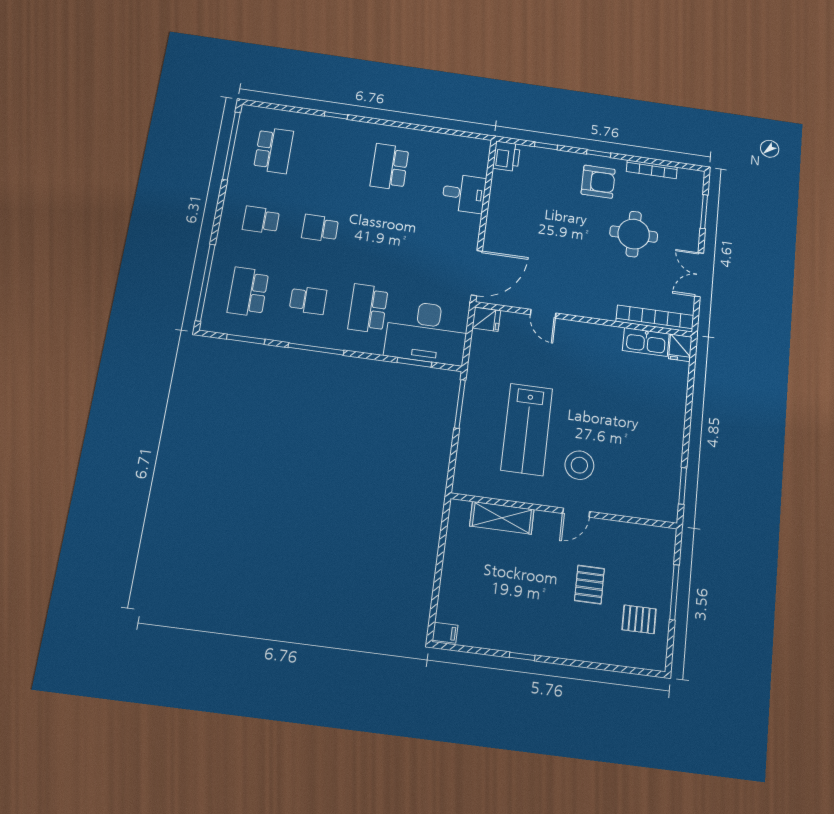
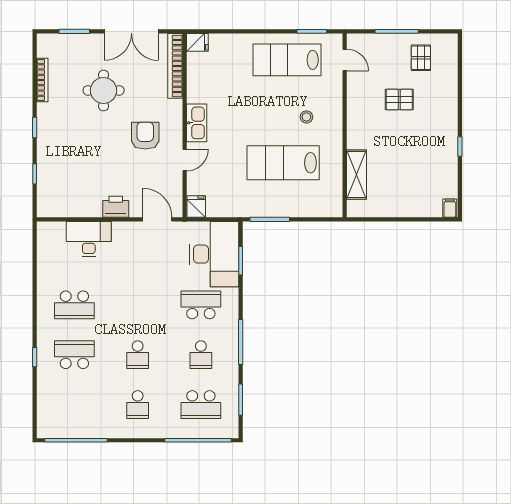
school desk: (274, 150) -> (74, 355), moved
printer: (507, 156) -> (116, 207), moved
armchair: (598, 182) -> (145, 136), moved
desk: (464, 193) -> (89, 239), width x1.37
door: (477, 273) -> (157, 219), width x0.73
double door: (699, 275) -> (131, 31), width x1.37
school desk: (308, 300) -> (201, 355), turned 180
school desk: (368, 309) -> (201, 305), turned 180
kitchen sink: (646, 342) -> (197, 123), moved
lab bench: (527, 429) -> (283, 163), turned 180
lab bench: (651, 451) -> (287, 60), added
stool: (579, 465) -> (306, 117), width x0.53, depth x0.53
door: (576, 513) -> (345, 60), moved

